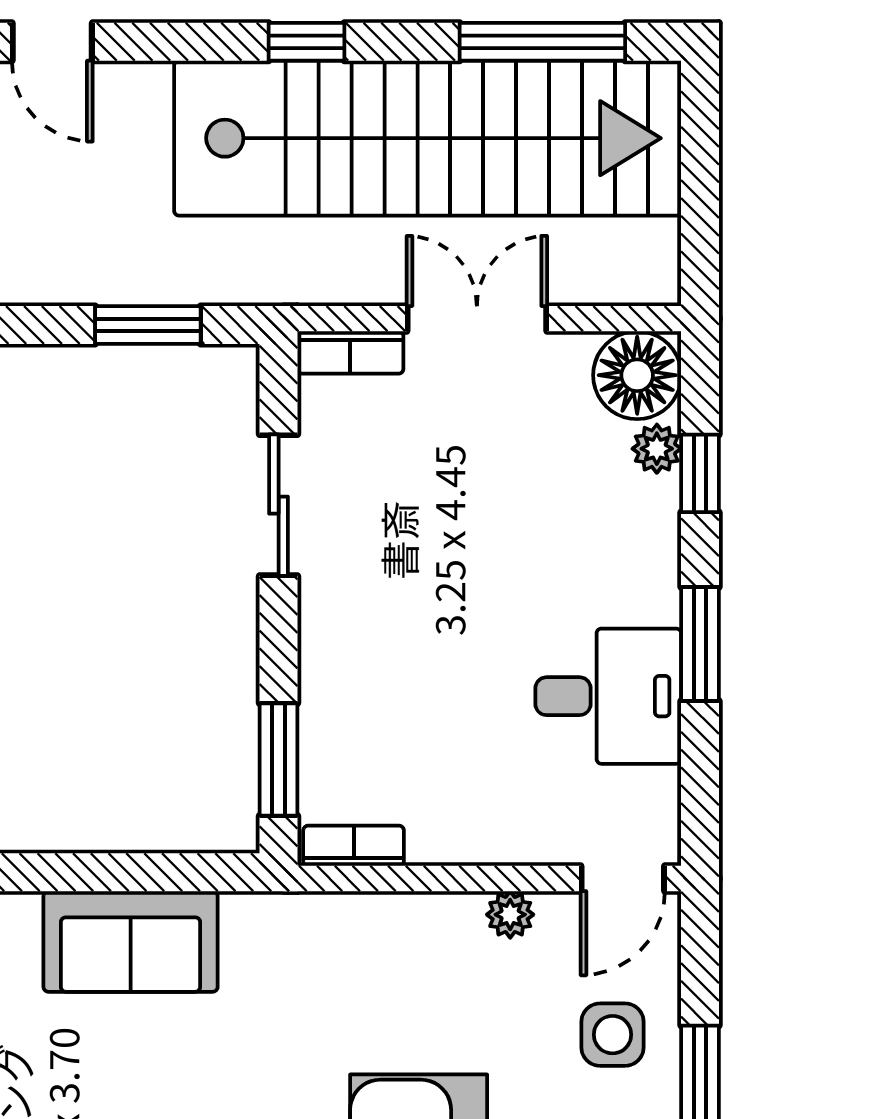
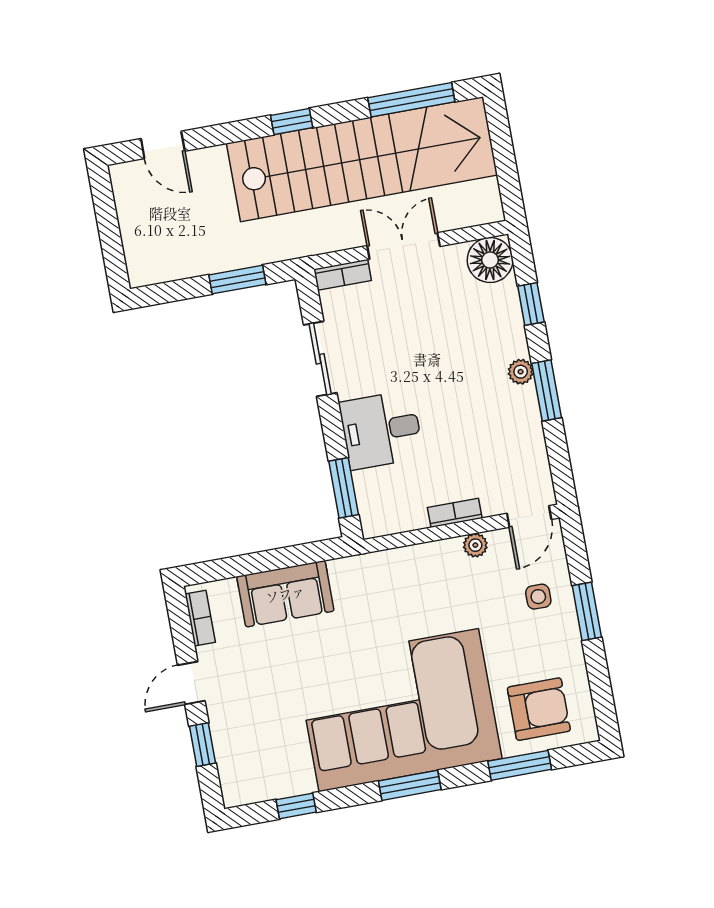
plant: (657, 449) -> (521, 372), moved
desk: (608, 696) -> (381, 430), moved, turned 180
bookcase: (354, 846) -> (455, 513), moved
side table: (613, 1035) -> (538, 597), width x0.73, depth x0.73

